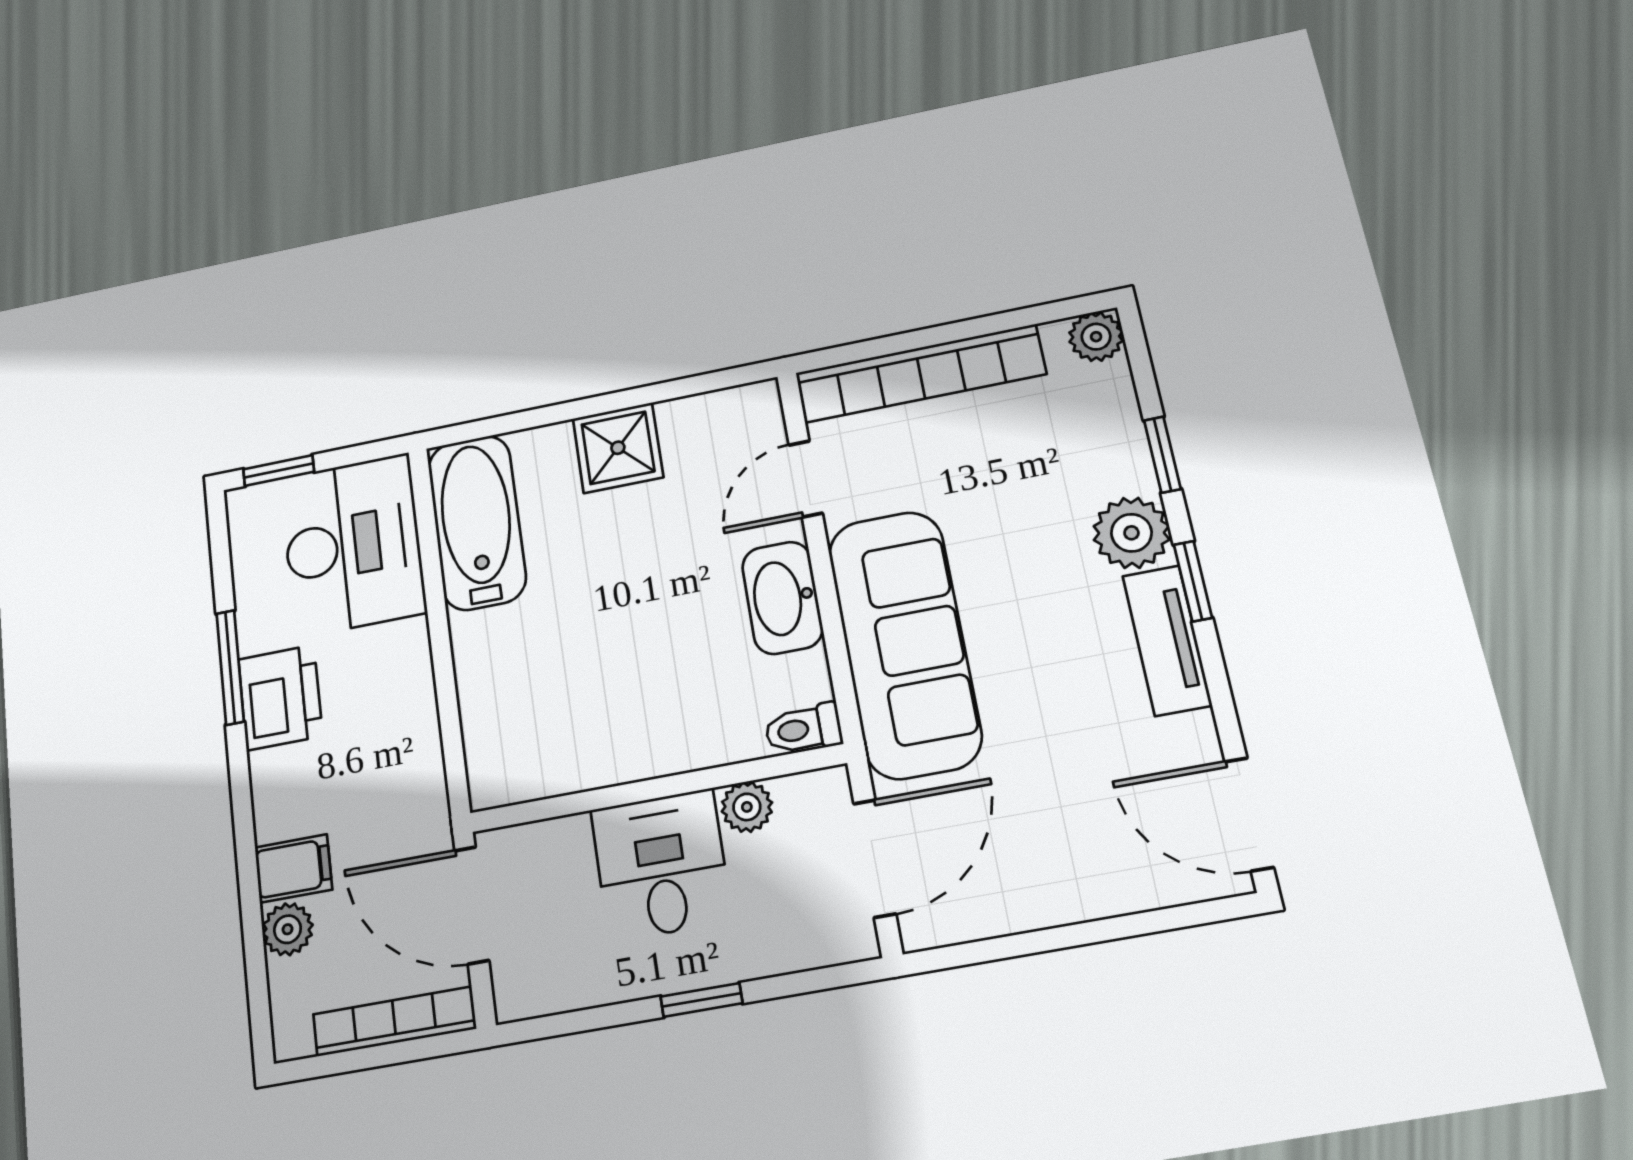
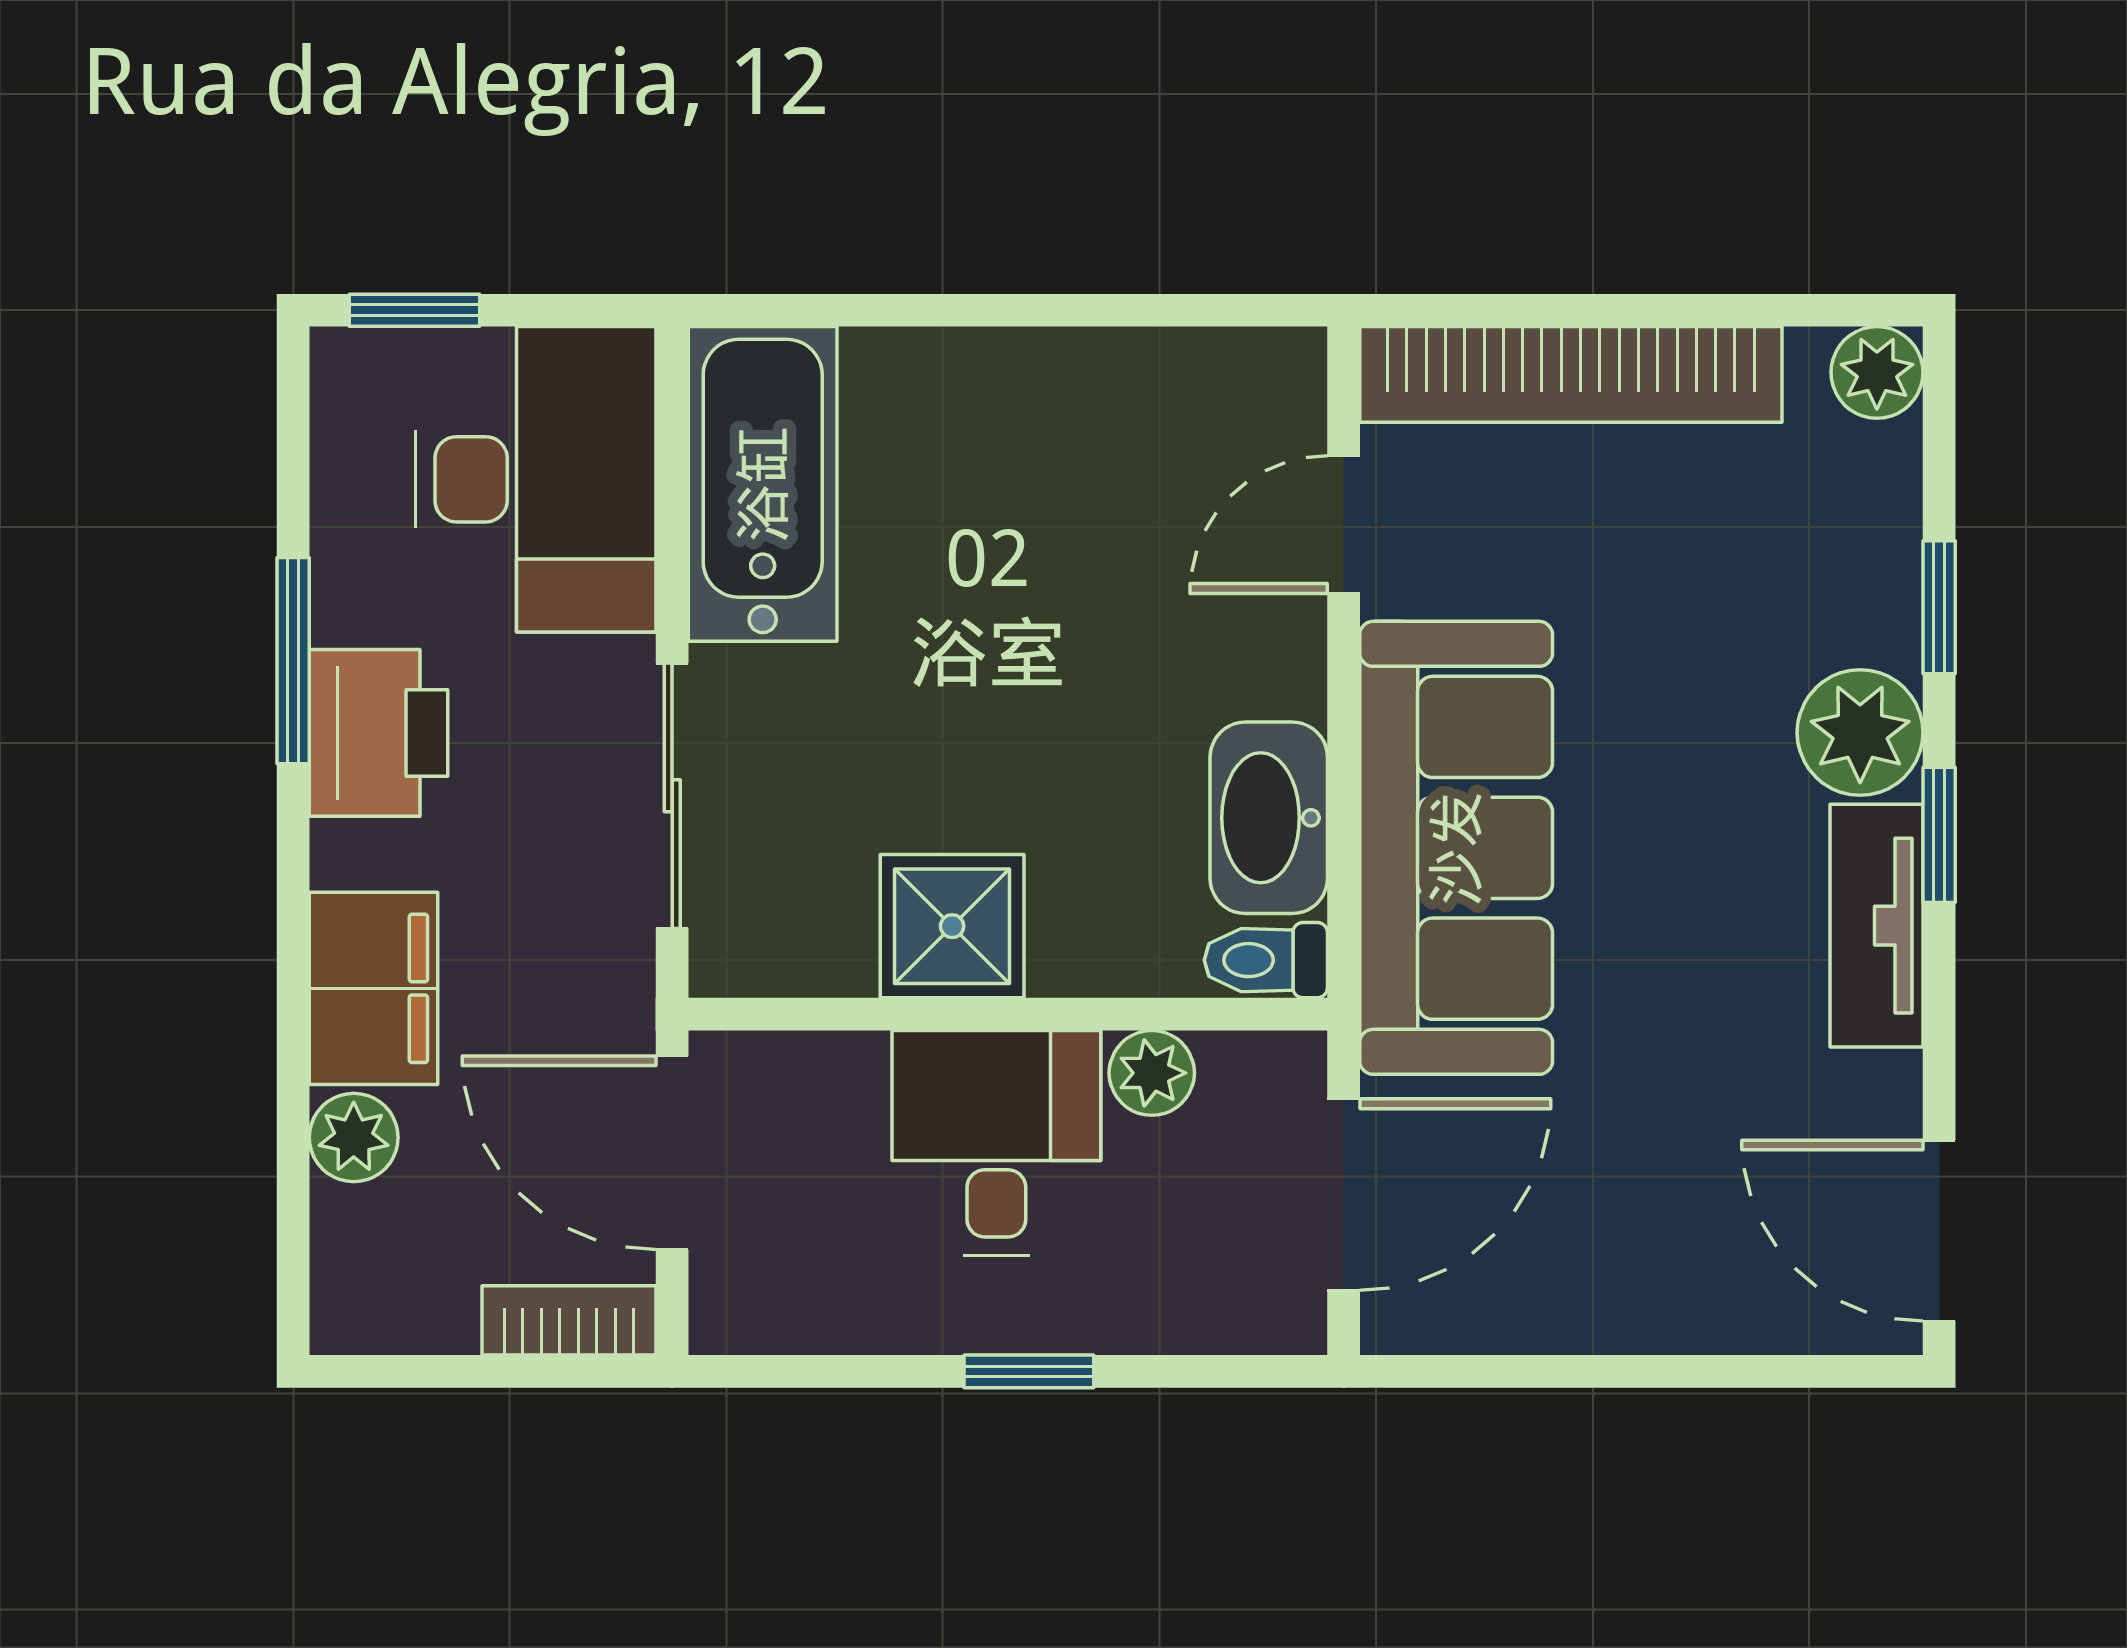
shower: (618, 448) -> (952, 926), moved
washbasin: (782, 598) -> (1269, 818), moved
sliding door: (447, 701) -> (672, 796), added
filing cabinet: (293, 868) -> (374, 988), width x2.00
bookcase: (394, 1021) -> (569, 1320), width x0.64

